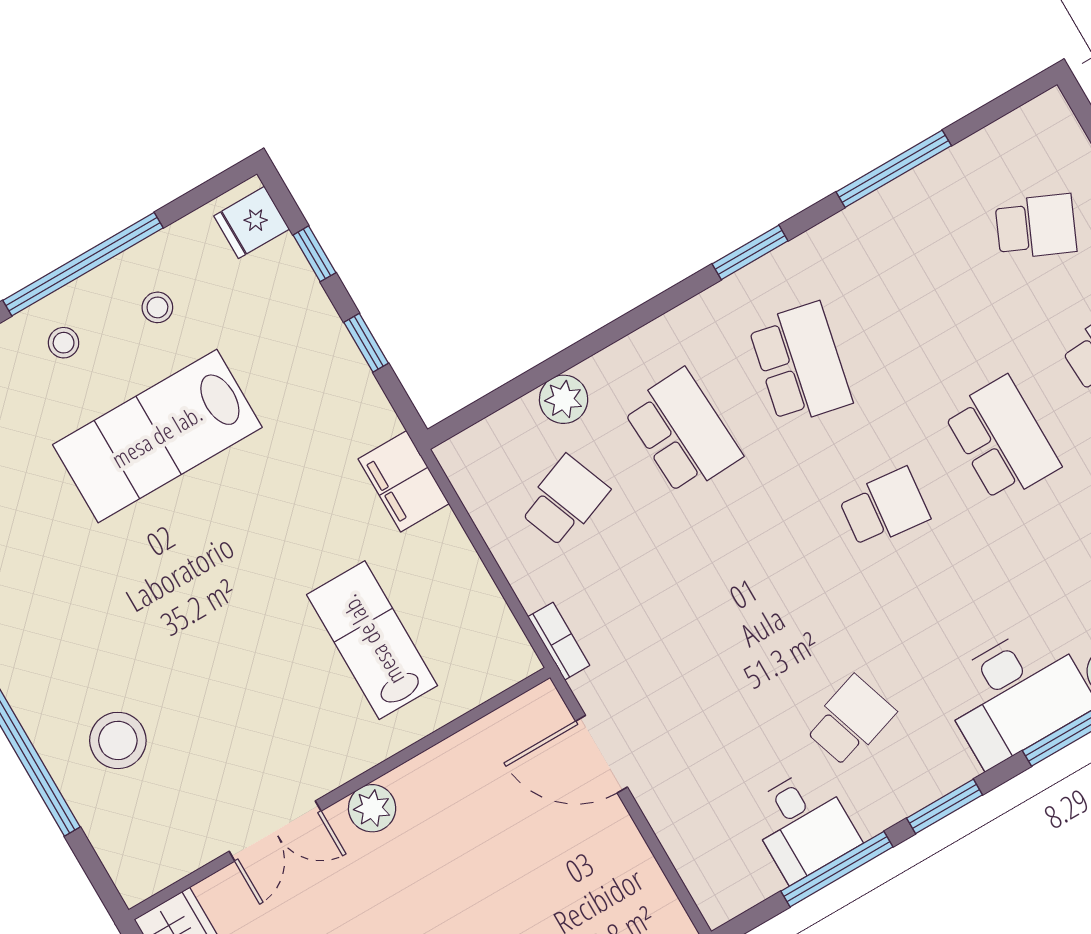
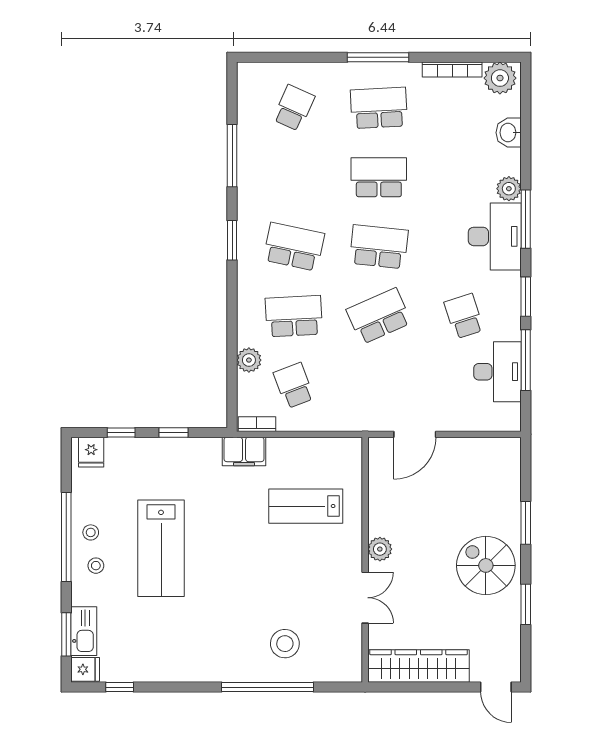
stool: (157, 307) -> (91, 532), moved
school desk: (884, 508) -> (379, 247), width x1.85
school desk: (766, 576) -> (379, 316), added
bookcase: (559, 641) -> (257, 424), moved
desk: (803, 825) -> (498, 372), width x1.37

